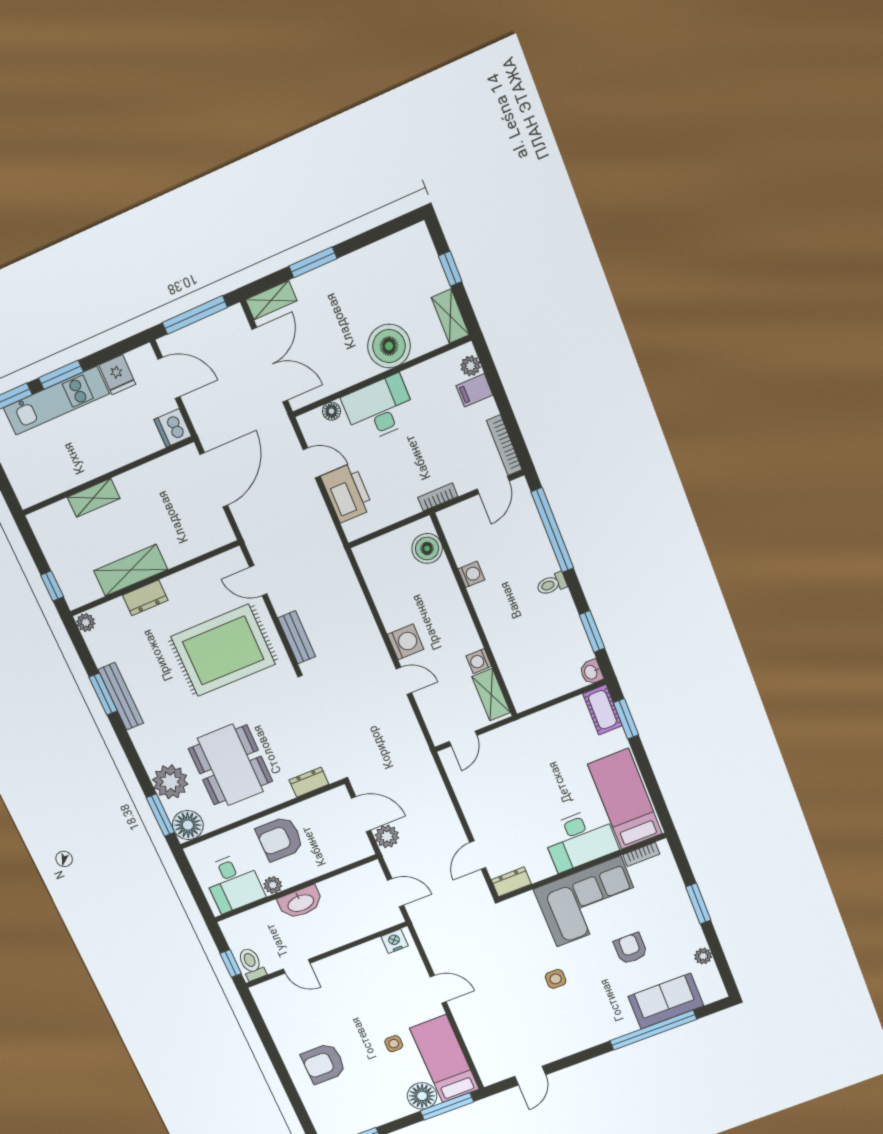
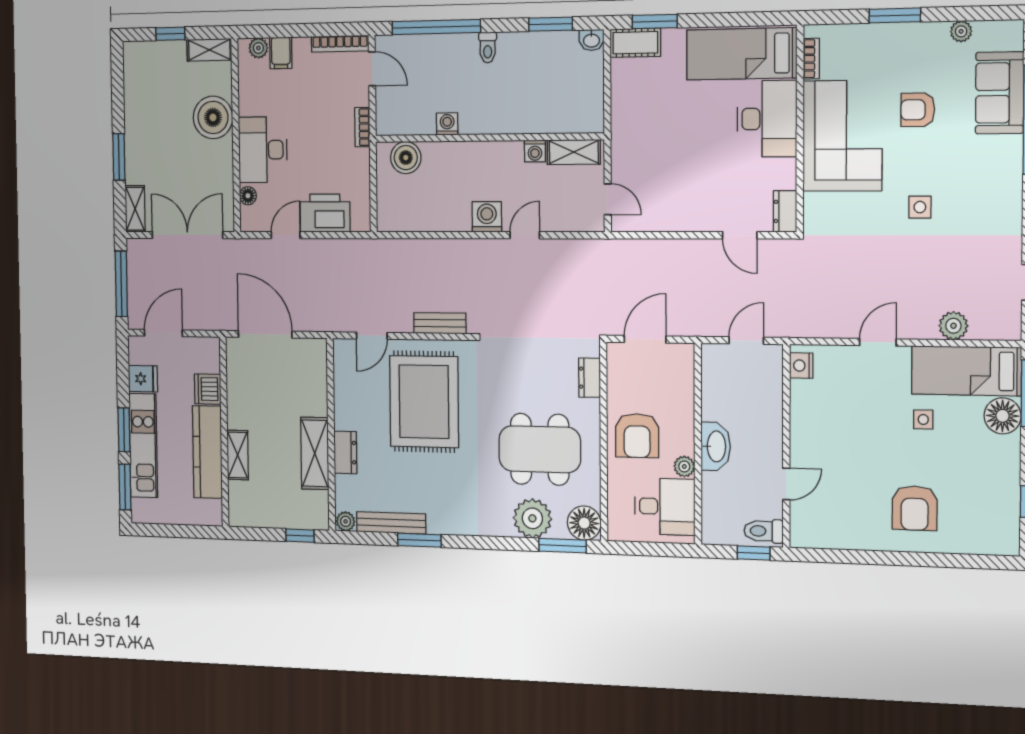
dishwasher: (173, 428) -> (208, 389), moved, turned 90
kitchen counter: (82, 467) -> (207, 452), added
bench: (121, 696) -> (391, 523), moved
plant: (387, 836) -> (953, 326), moved

